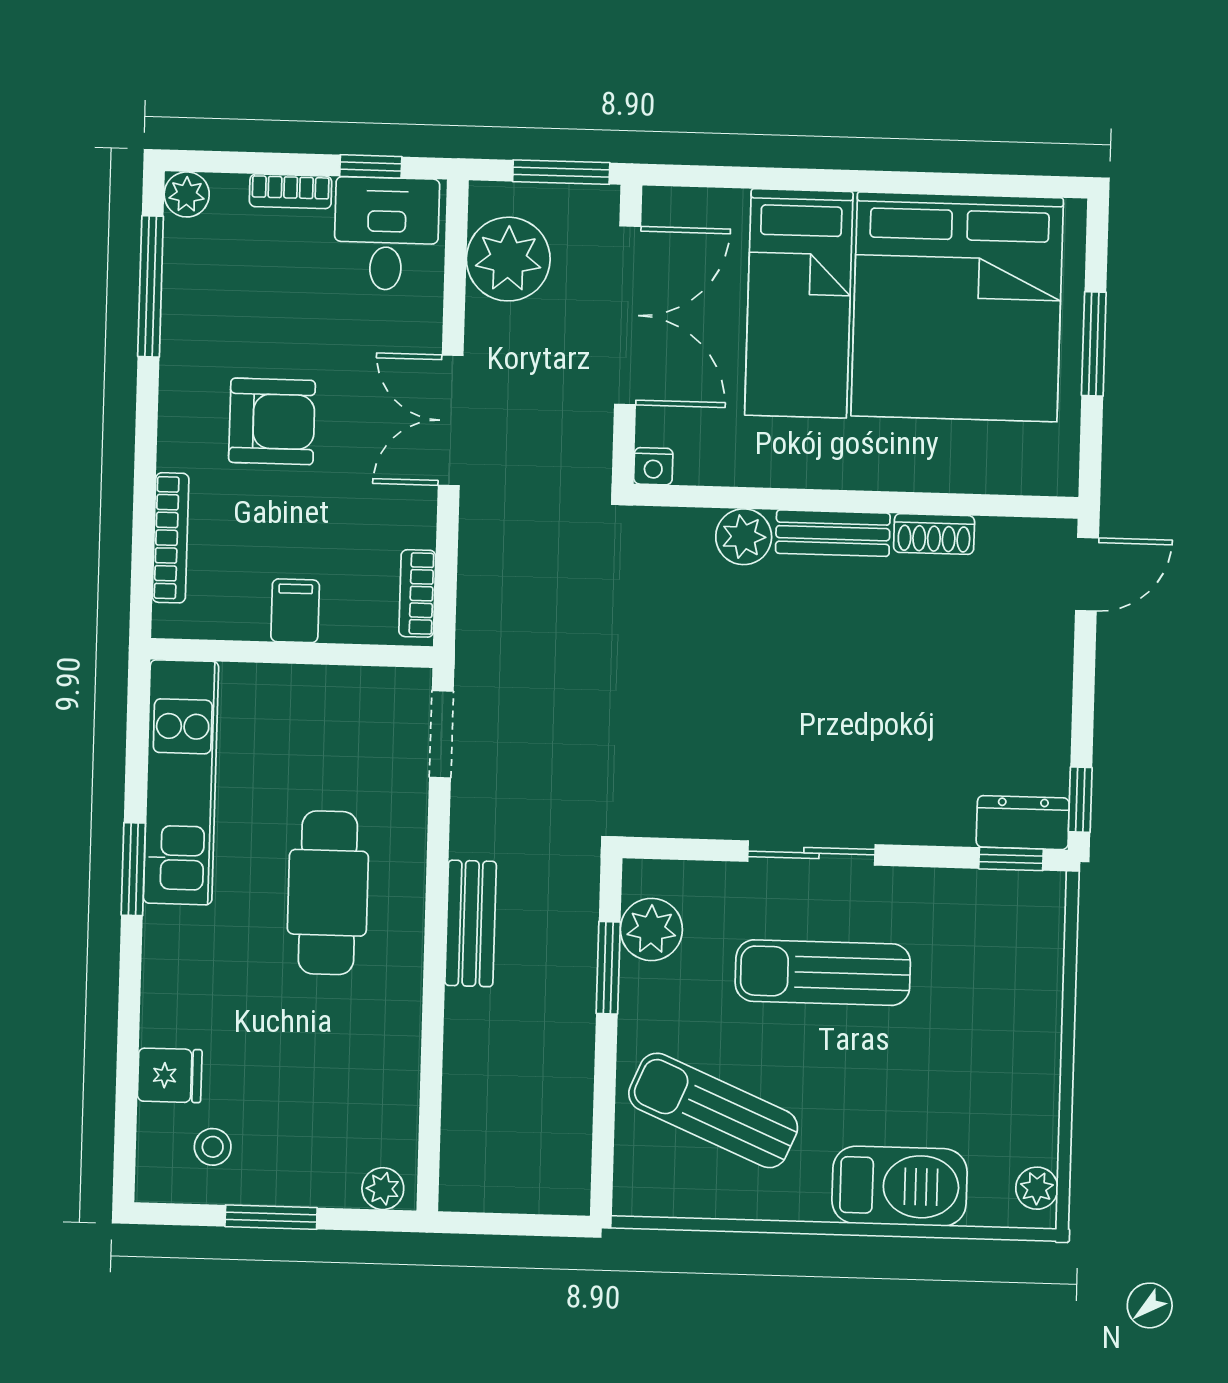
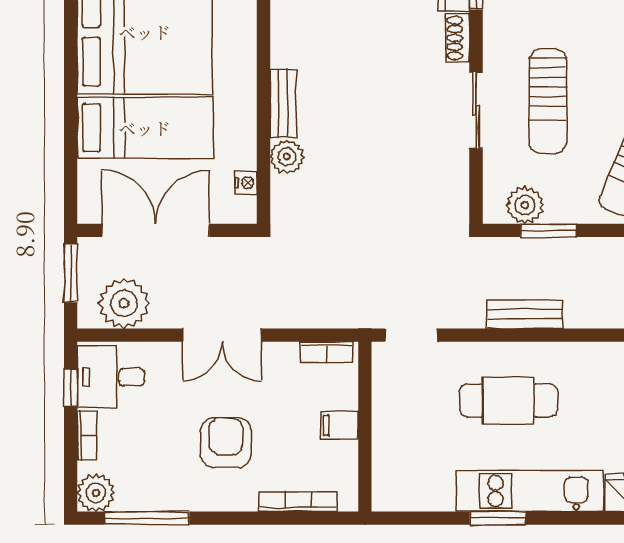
plant: (187, 194) -> (96, 493), width x1.38, depth x1.38
nightstand: (653, 466) -> (246, 183), moved
shoe rack: (934, 534) -> (458, 38), moved, turned 180
kitchen unit: (181, 782) -> (529, 491), moved

